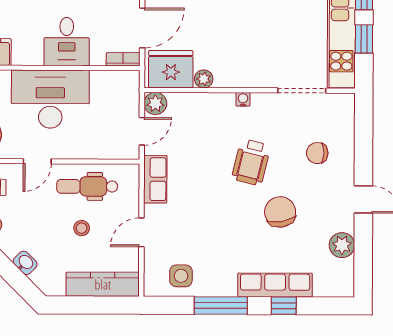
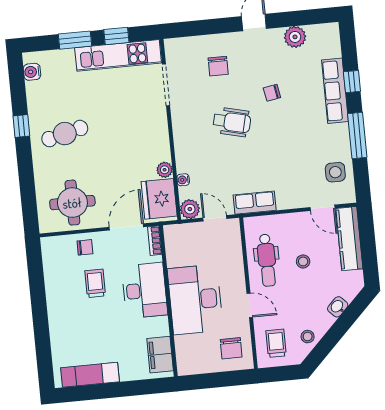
door: (142, 28) -> (126, 227), hinge flipped
desk: (67, 42) -> (144, 290), width x1.37
water cooler: (243, 99) -> (183, 180), moved
chair: (280, 212) -> (272, 93), width x0.54, depth x0.54
door: (141, 232) -> (322, 208), moved

